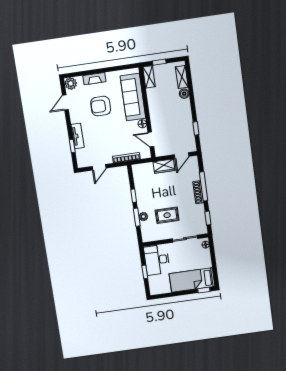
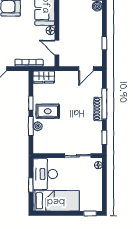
wardrobe: (164, 166) -> (44, 77), moved
rug: (167, 215) -> (48, 111), moved
bed: (192, 280) -> (56, 201), moved, turned 180

